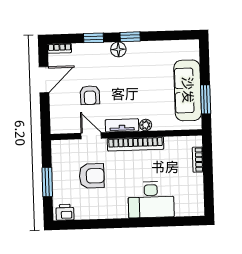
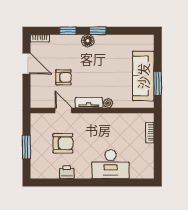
door: (44, 80) -> (26, 64), hinge flipped
armchair: (90, 95) -> (63, 77), turned -89
bookcase: (136, 144) -> (99, 118), removed
printer: (65, 212) -> (67, 172), moved

